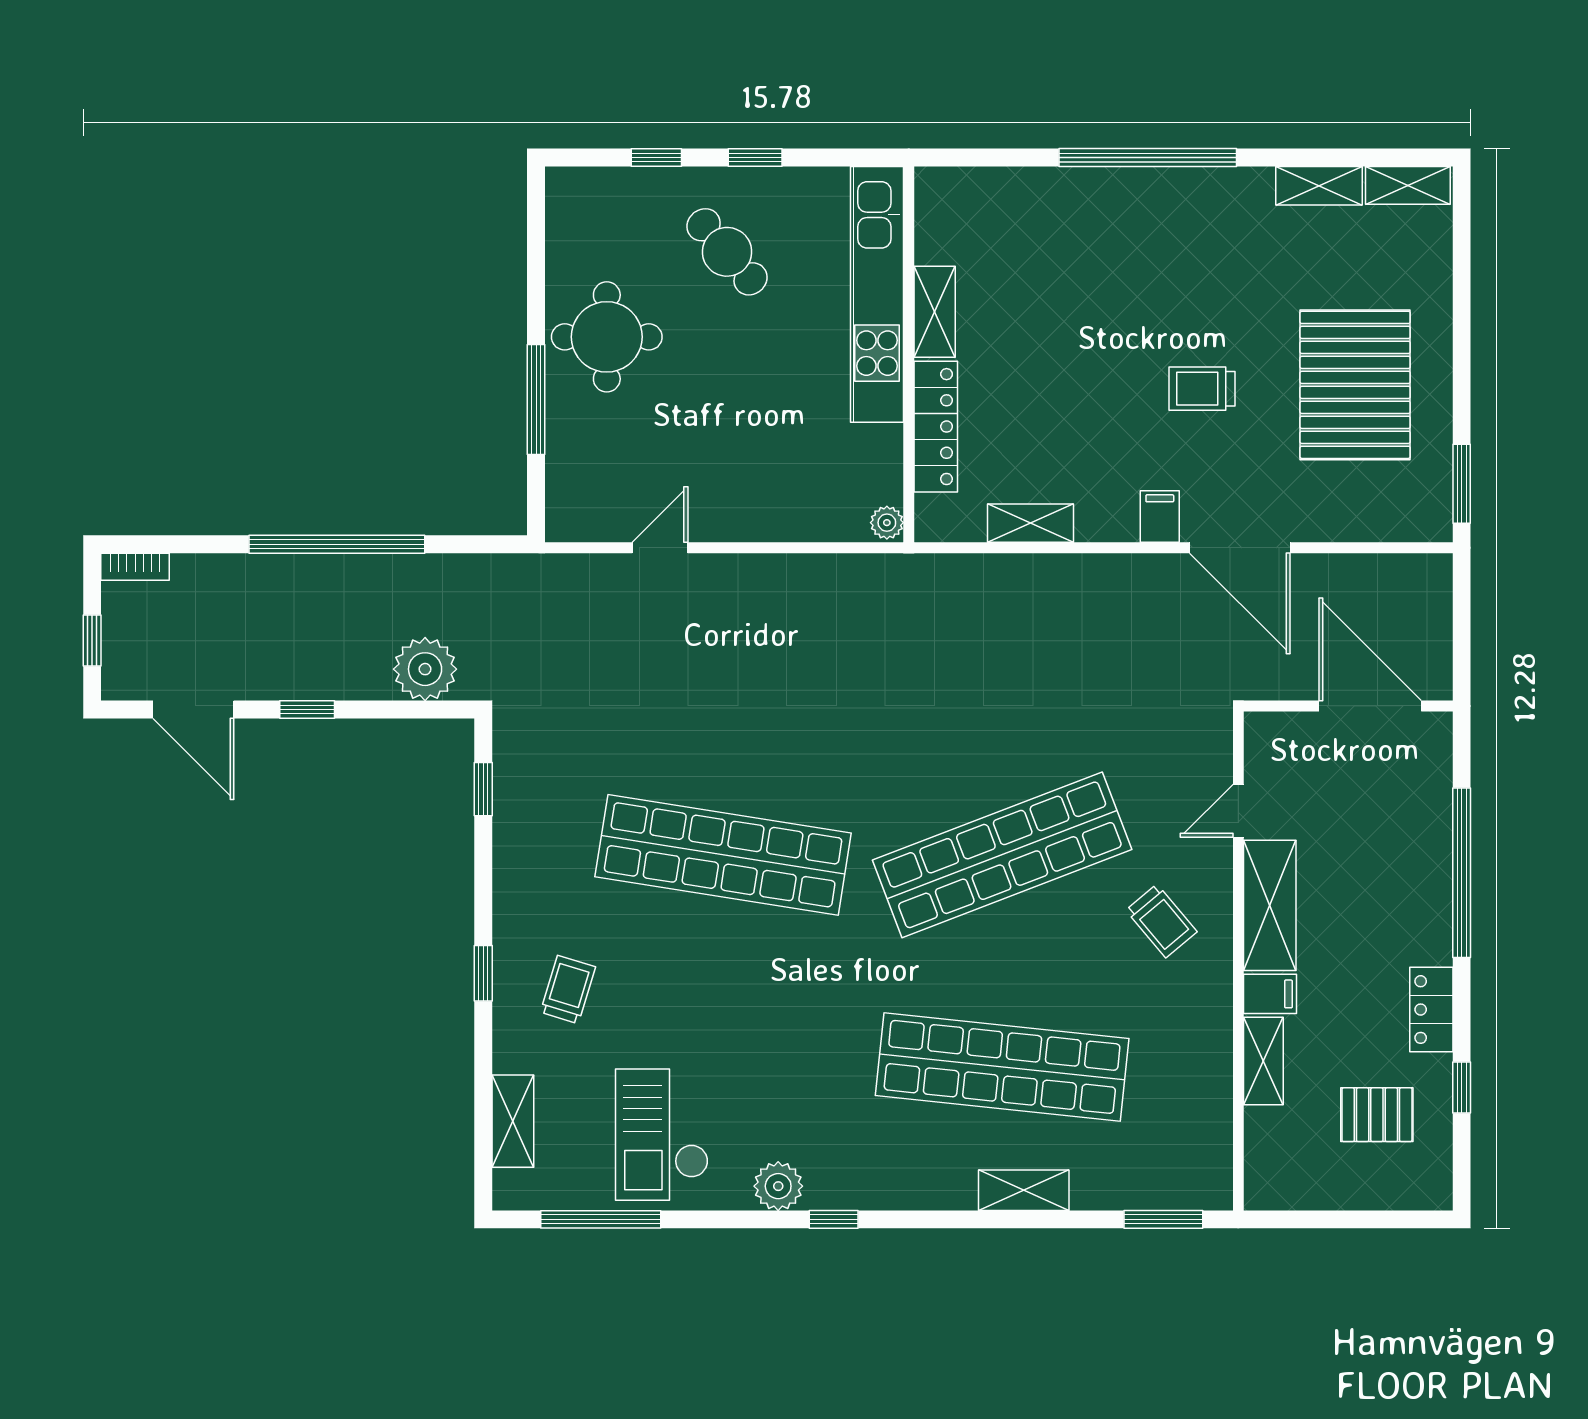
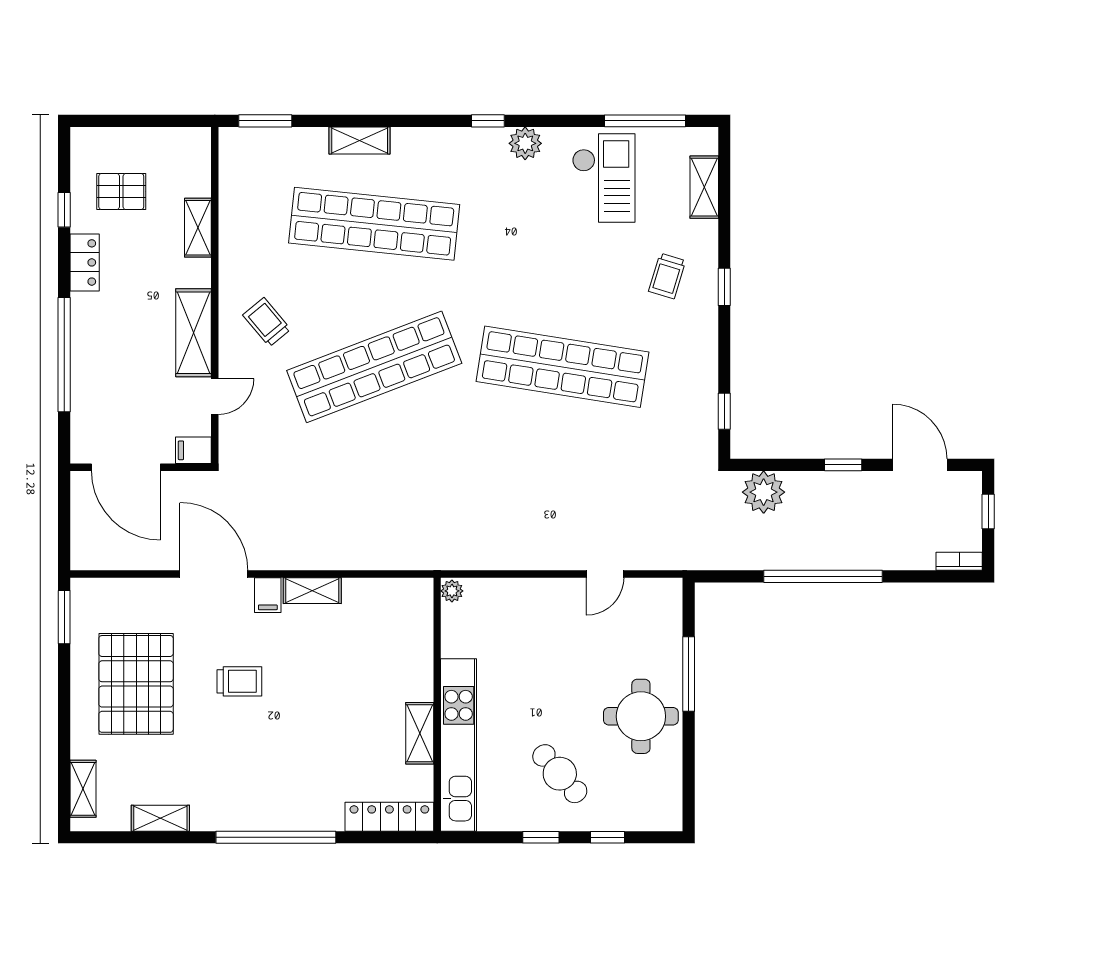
shelving: (1408, 185) -> (83, 789), moved, turned 90
locker: (936, 427) -> (389, 817), moved, turned 90
shelving: (1030, 523) -> (312, 591), moved
filing cabinet: (1270, 994) -> (193, 450), moved

